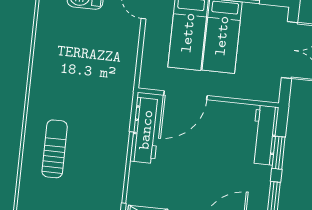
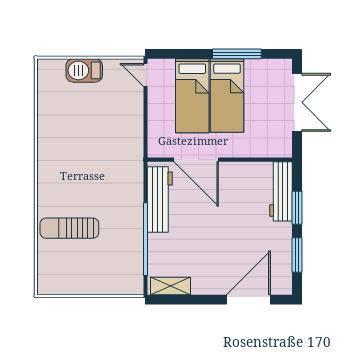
door: (185, 95) -> (196, 160), hinge flipped
sun lounger: (55, 149) -> (69, 228), turned -90

